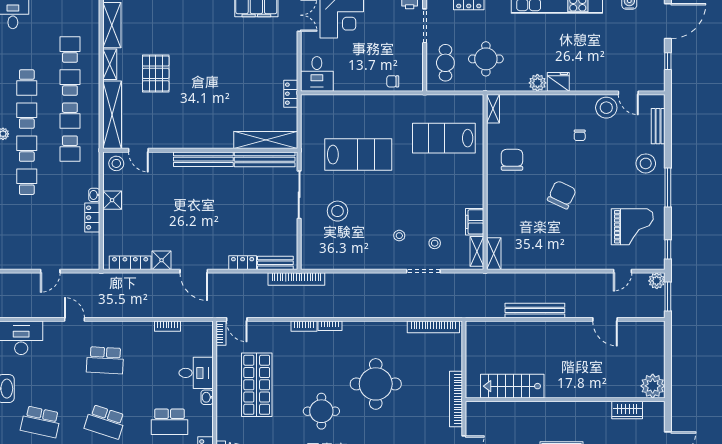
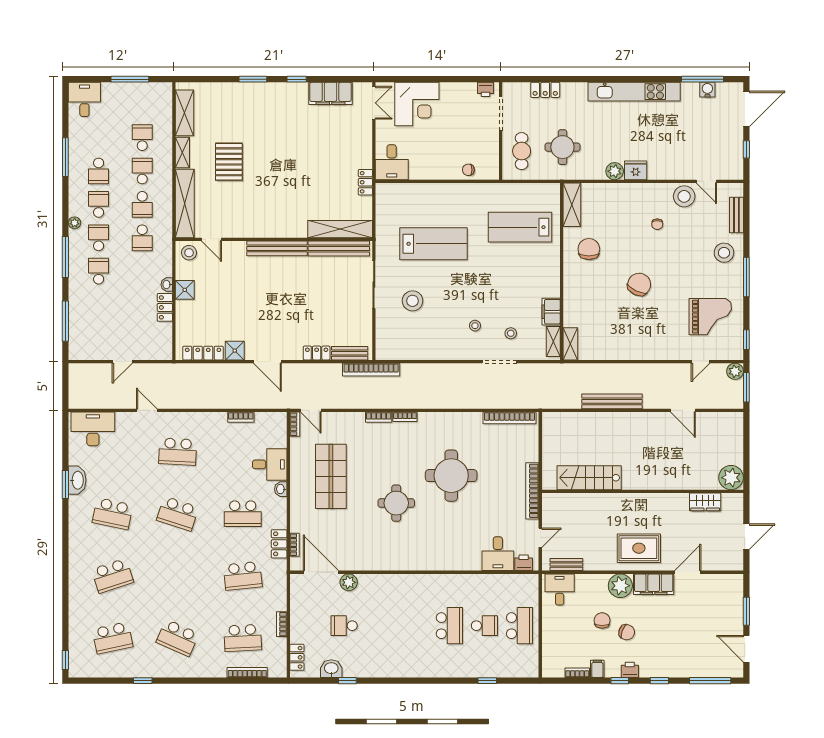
shelving: (493, 109) -> (572, 205), width x1.50, depth x1.33

